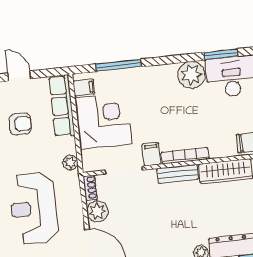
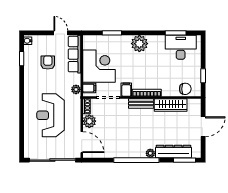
window: (119, 65) -> (112, 33), width x0.69
plant: (191, 75) -> (139, 44), moved
door: (19, 76) -> (61, 33), moved
filing cabinet: (84, 88) -> (89, 88), moved
armchair: (20, 124) -> (48, 62), turned -90

